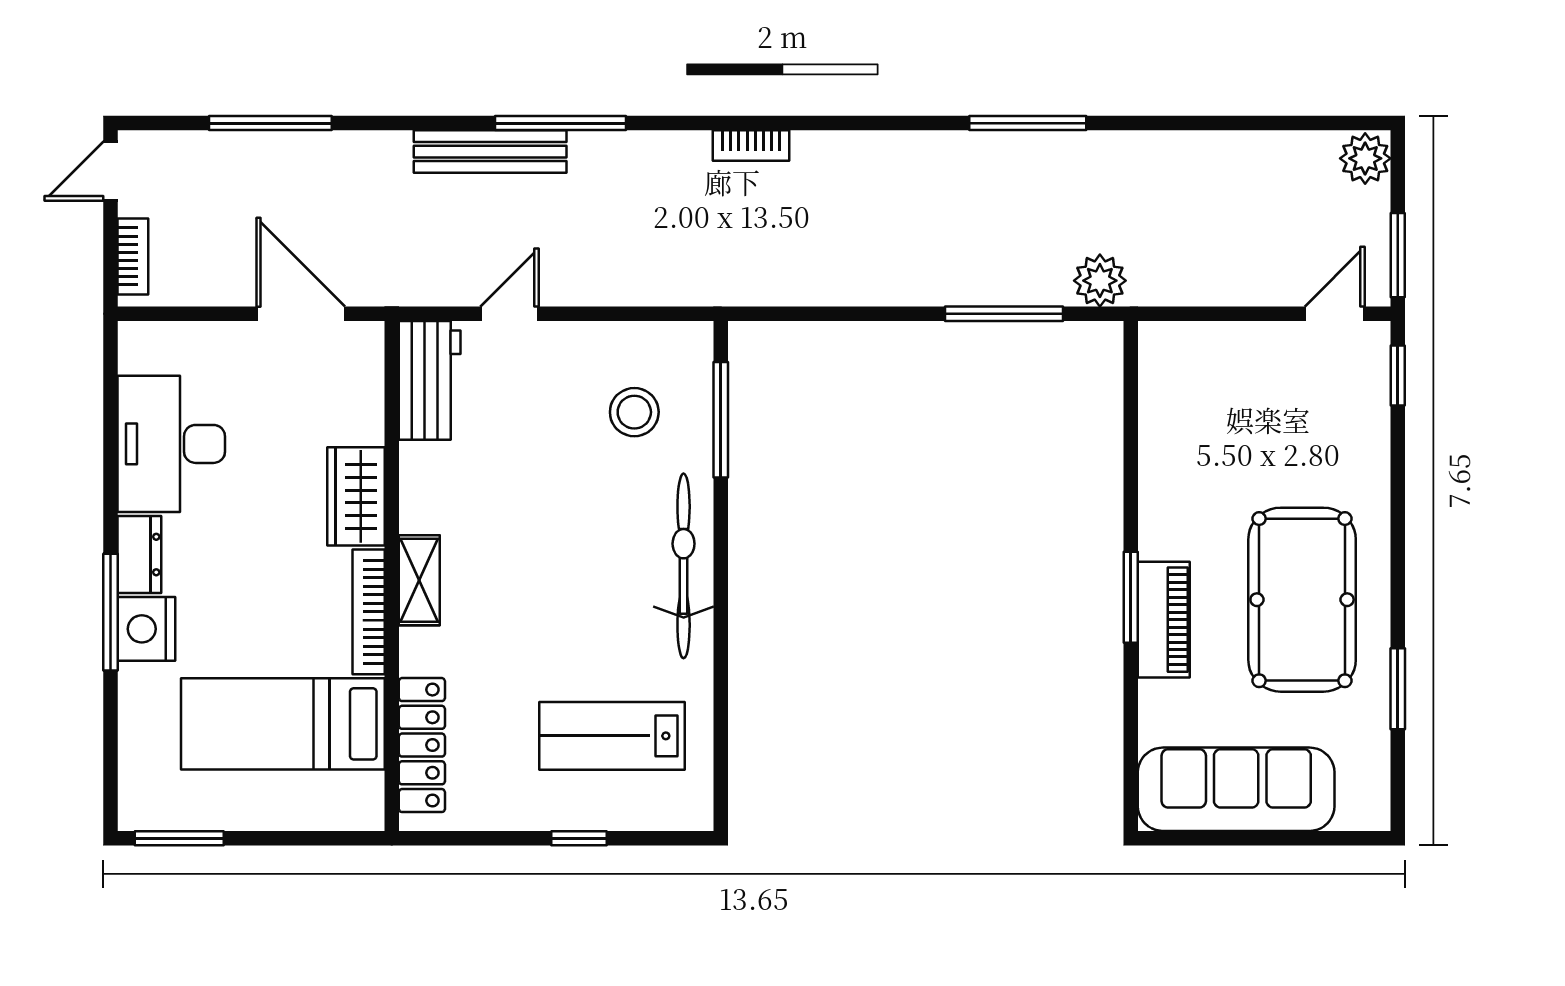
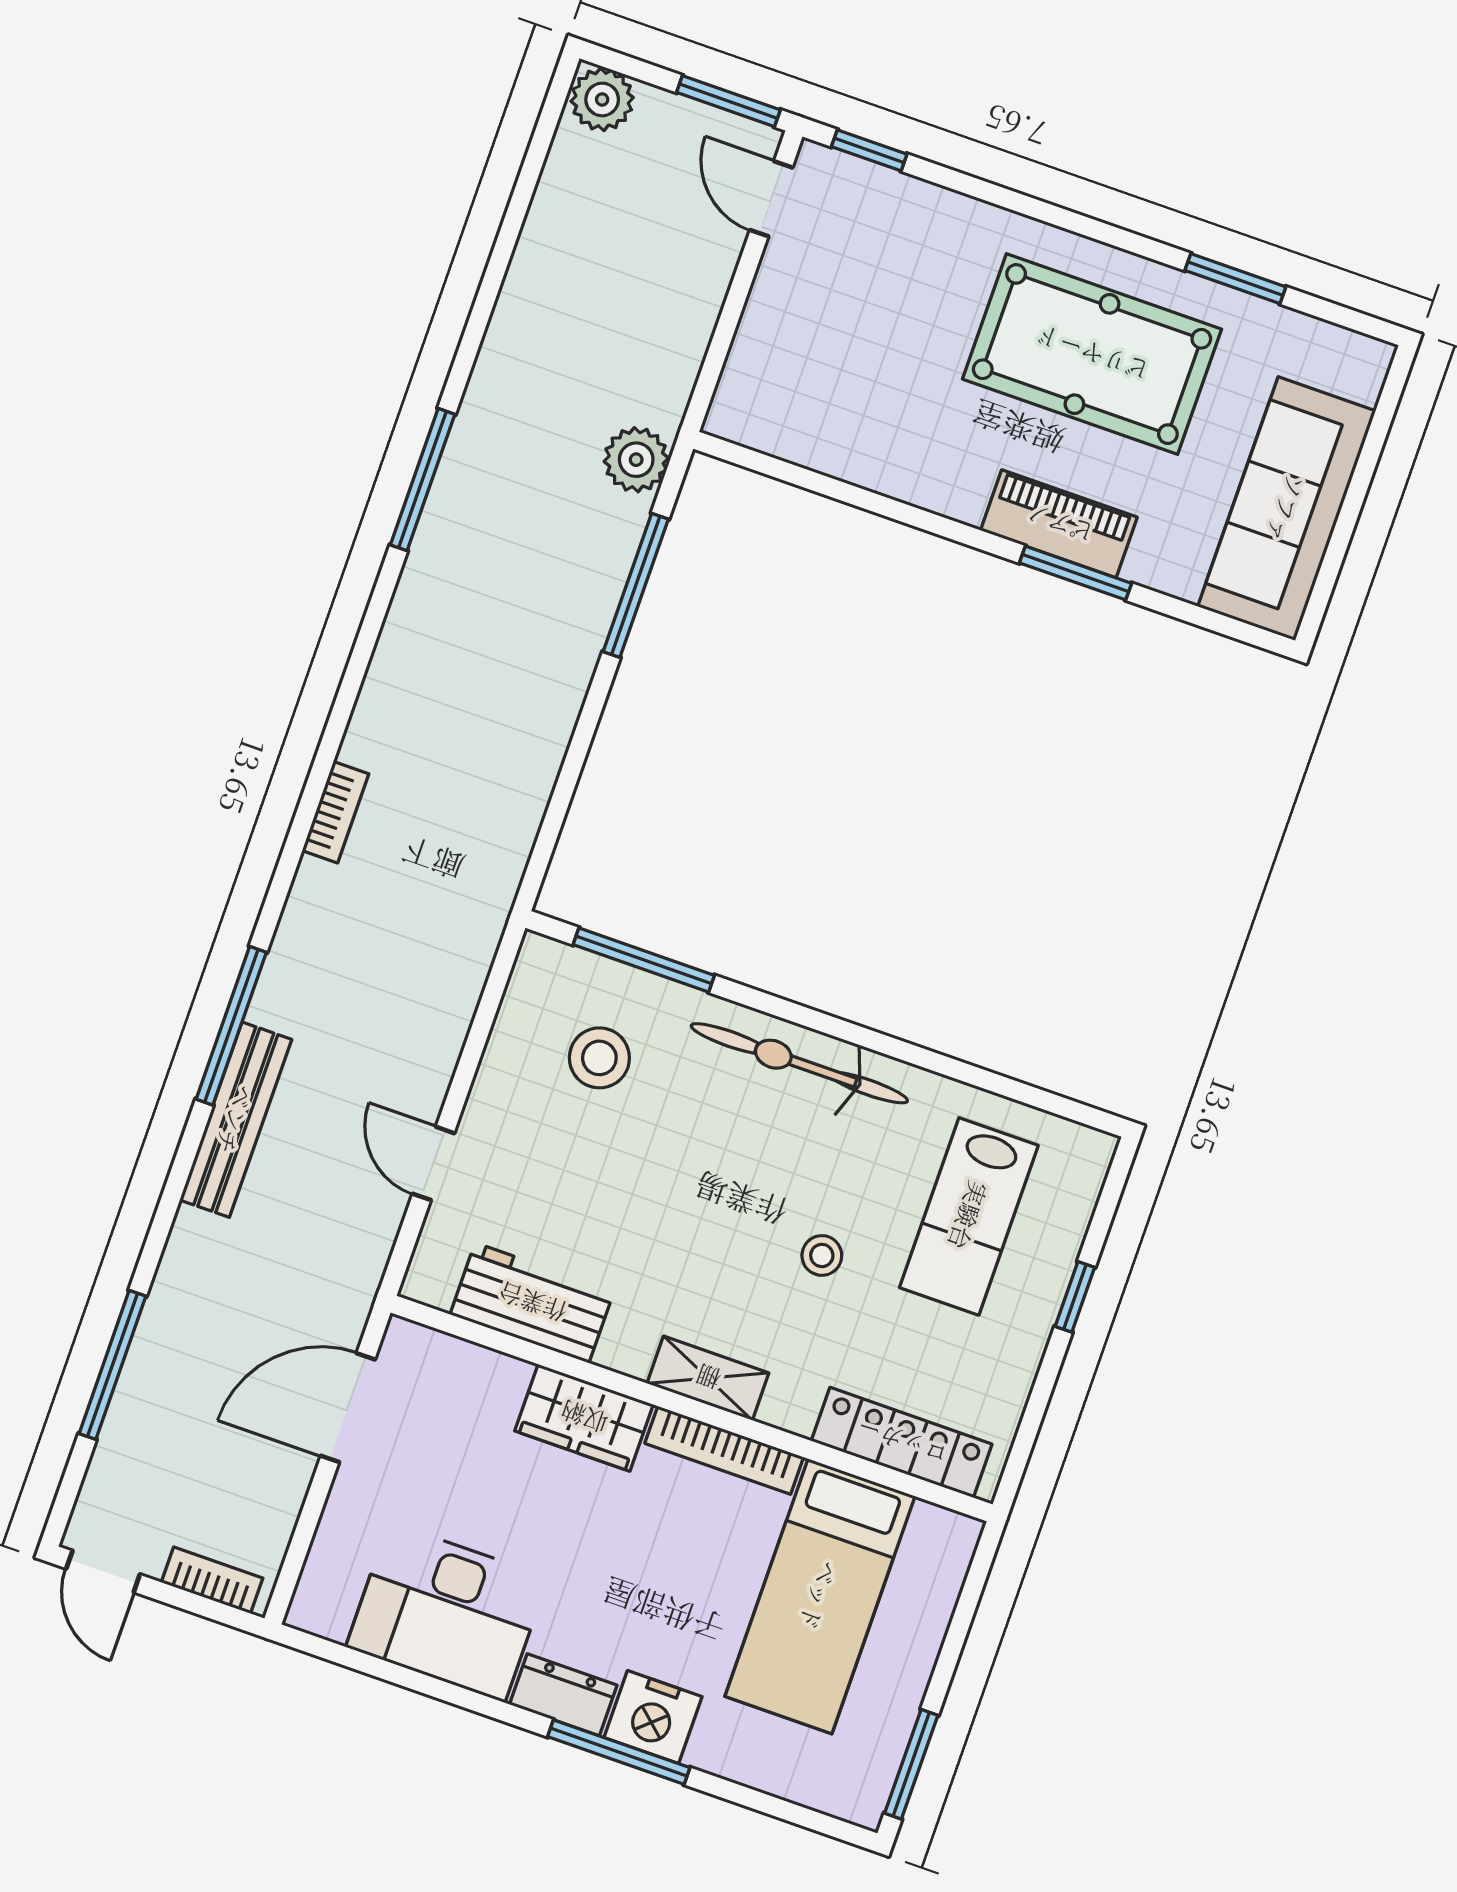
workbench: (430, 380) -> (532, 1303), moved
window: (1131, 597) -> (1075, 573), moved
stool: (543, 634) -> (822, 1255), added

